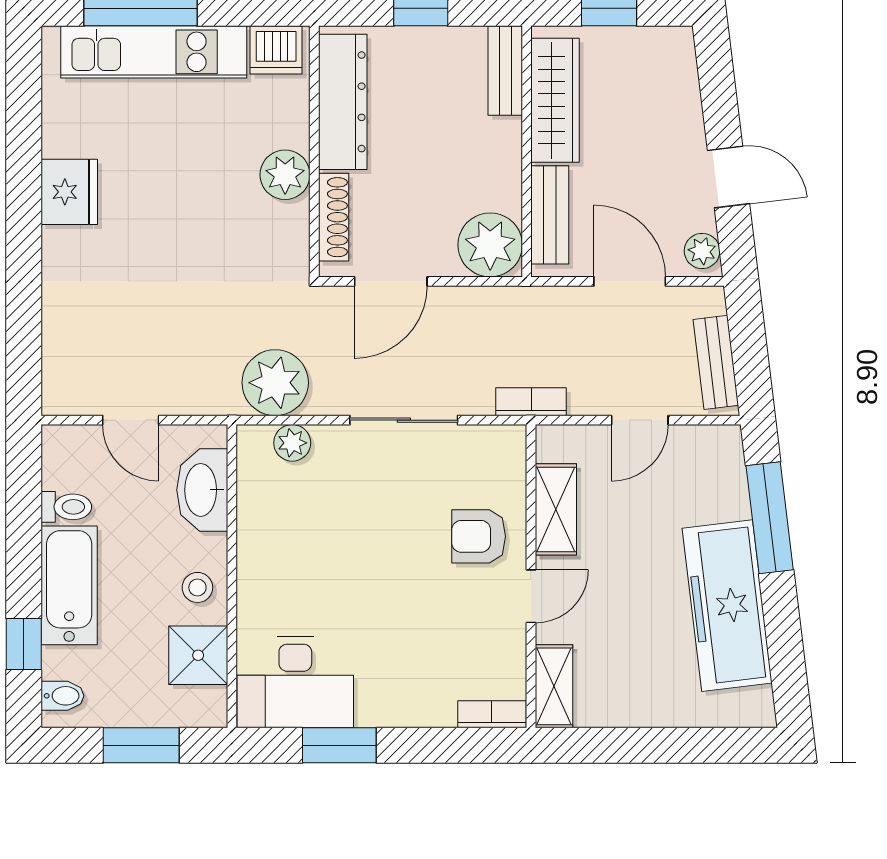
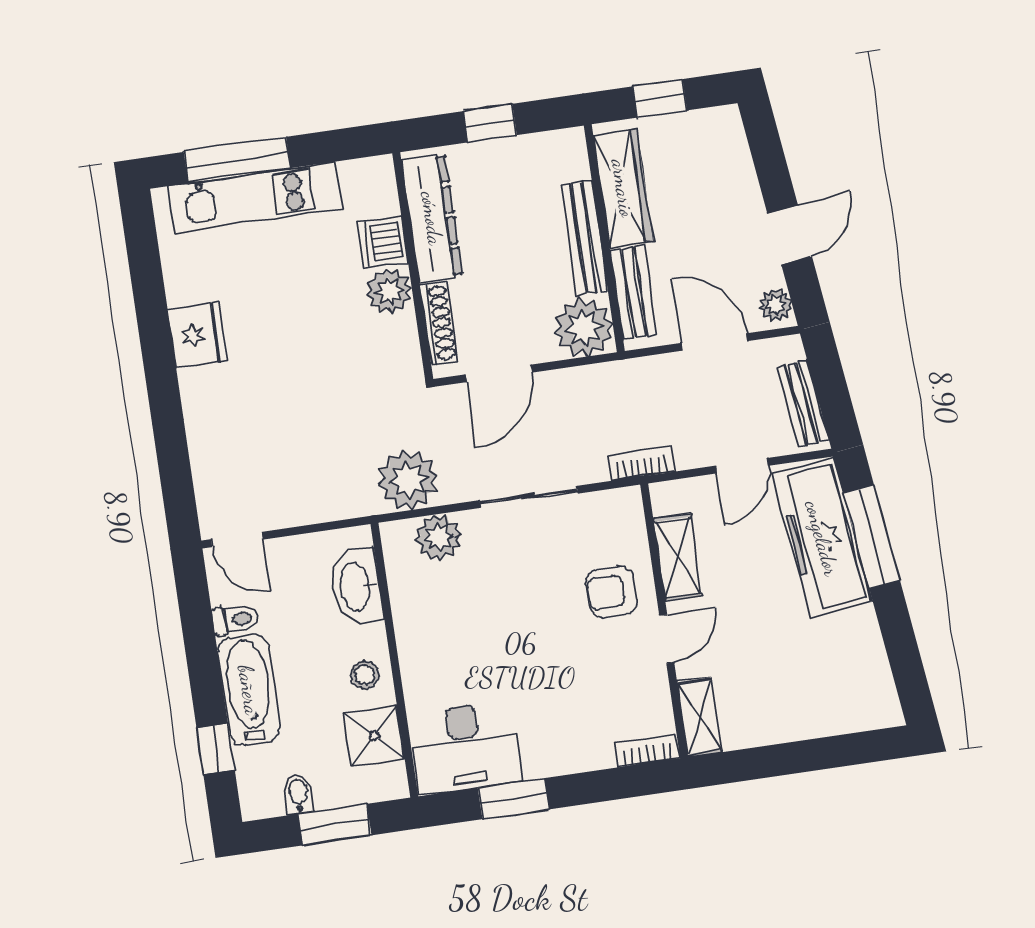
dishwasher: (276, 50) -> (383, 242), moved, turned 90
bench: (505, 70) -> (585, 238), moved, width x1.36
door: (728, 177) -> (790, 235), hinge flipped
door: (131, 420) -> (237, 539), moved
plant: (292, 443) -> (438, 537), width x1.38, depth x1.38
freezer: (727, 606) -> (822, 538), moved
bidet: (63, 696) -> (298, 794), moved, turned -90

